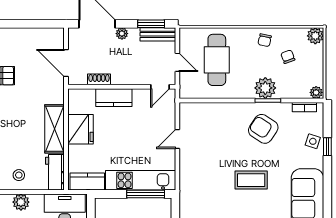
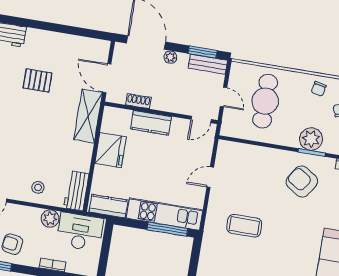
shelving: (55, 129) -> (88, 116), moved
coffee table: (251, 180) -> (244, 226), moved
plant: (21, 202) -> (50, 219), moved

